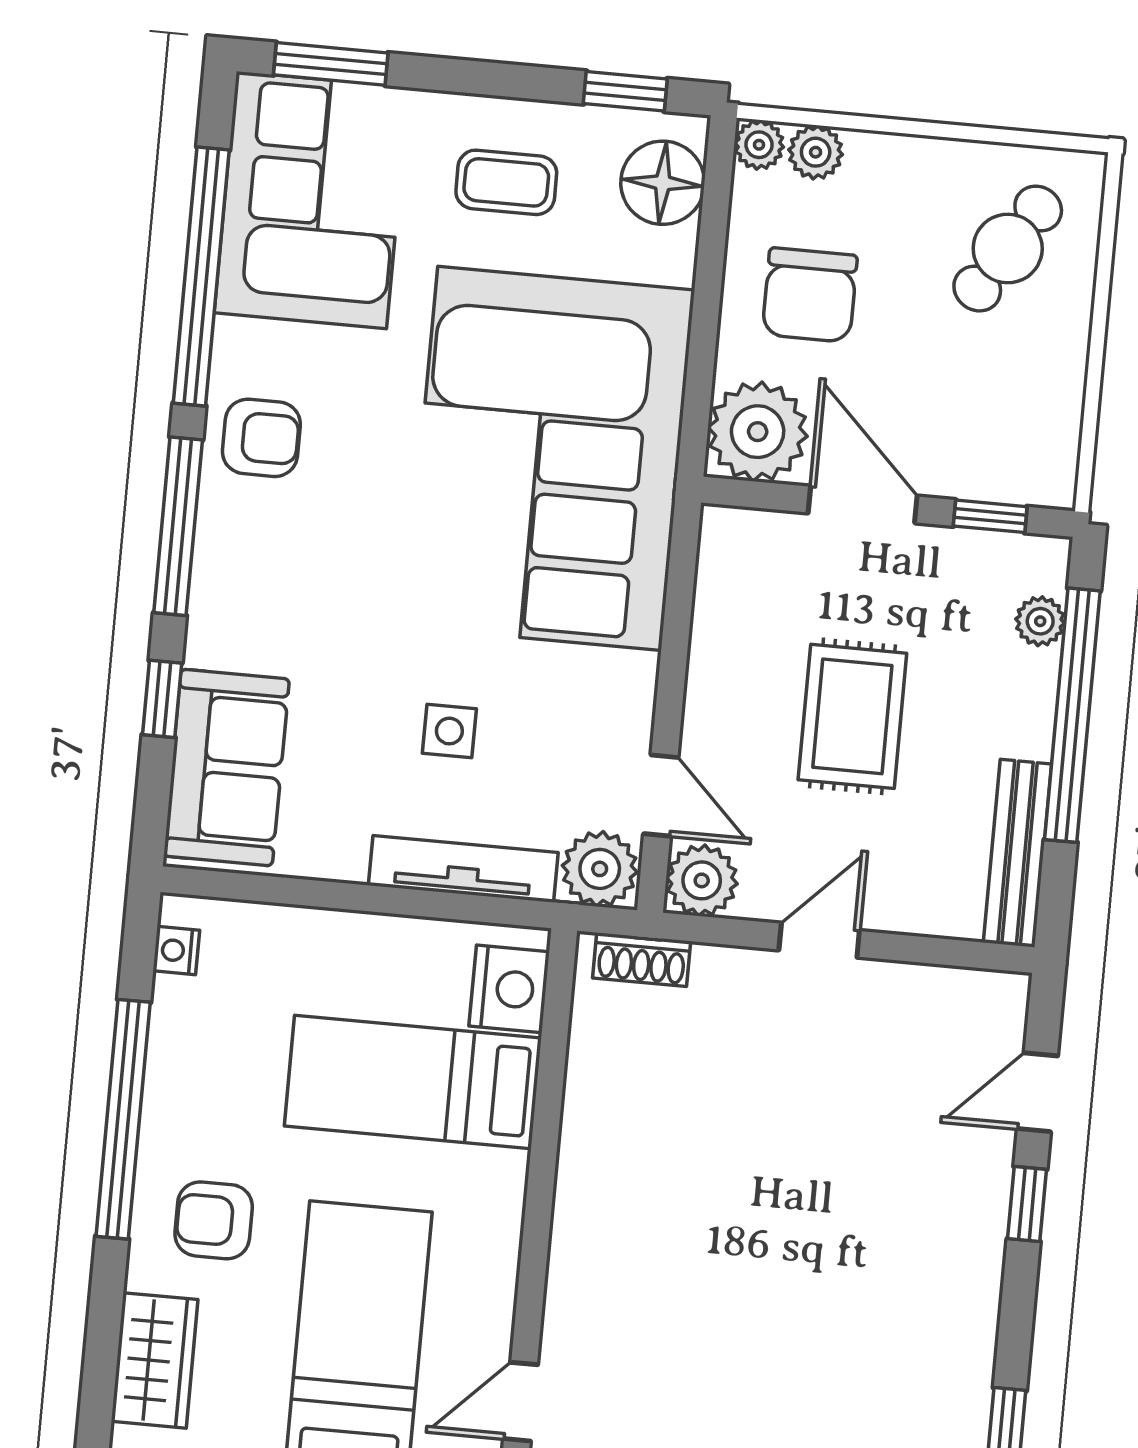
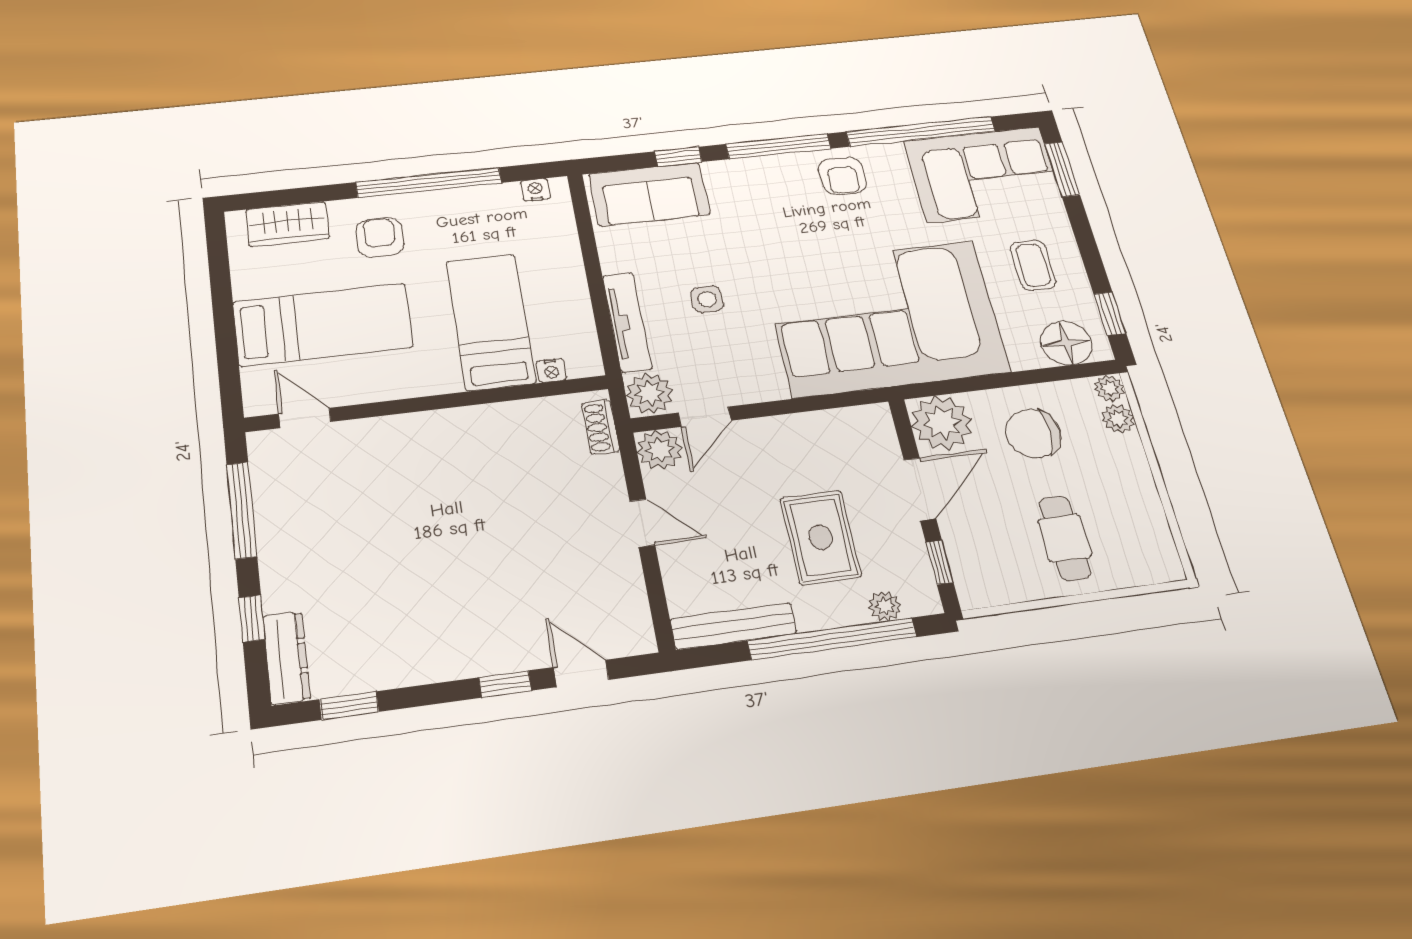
cafe table: (1008, 249) -> (1065, 538), moved, turned 58
rug: (852, 716) -> (821, 537), moved, turned 90
nightstand: (509, 989) -> (551, 370), width x0.53, depth x0.56

